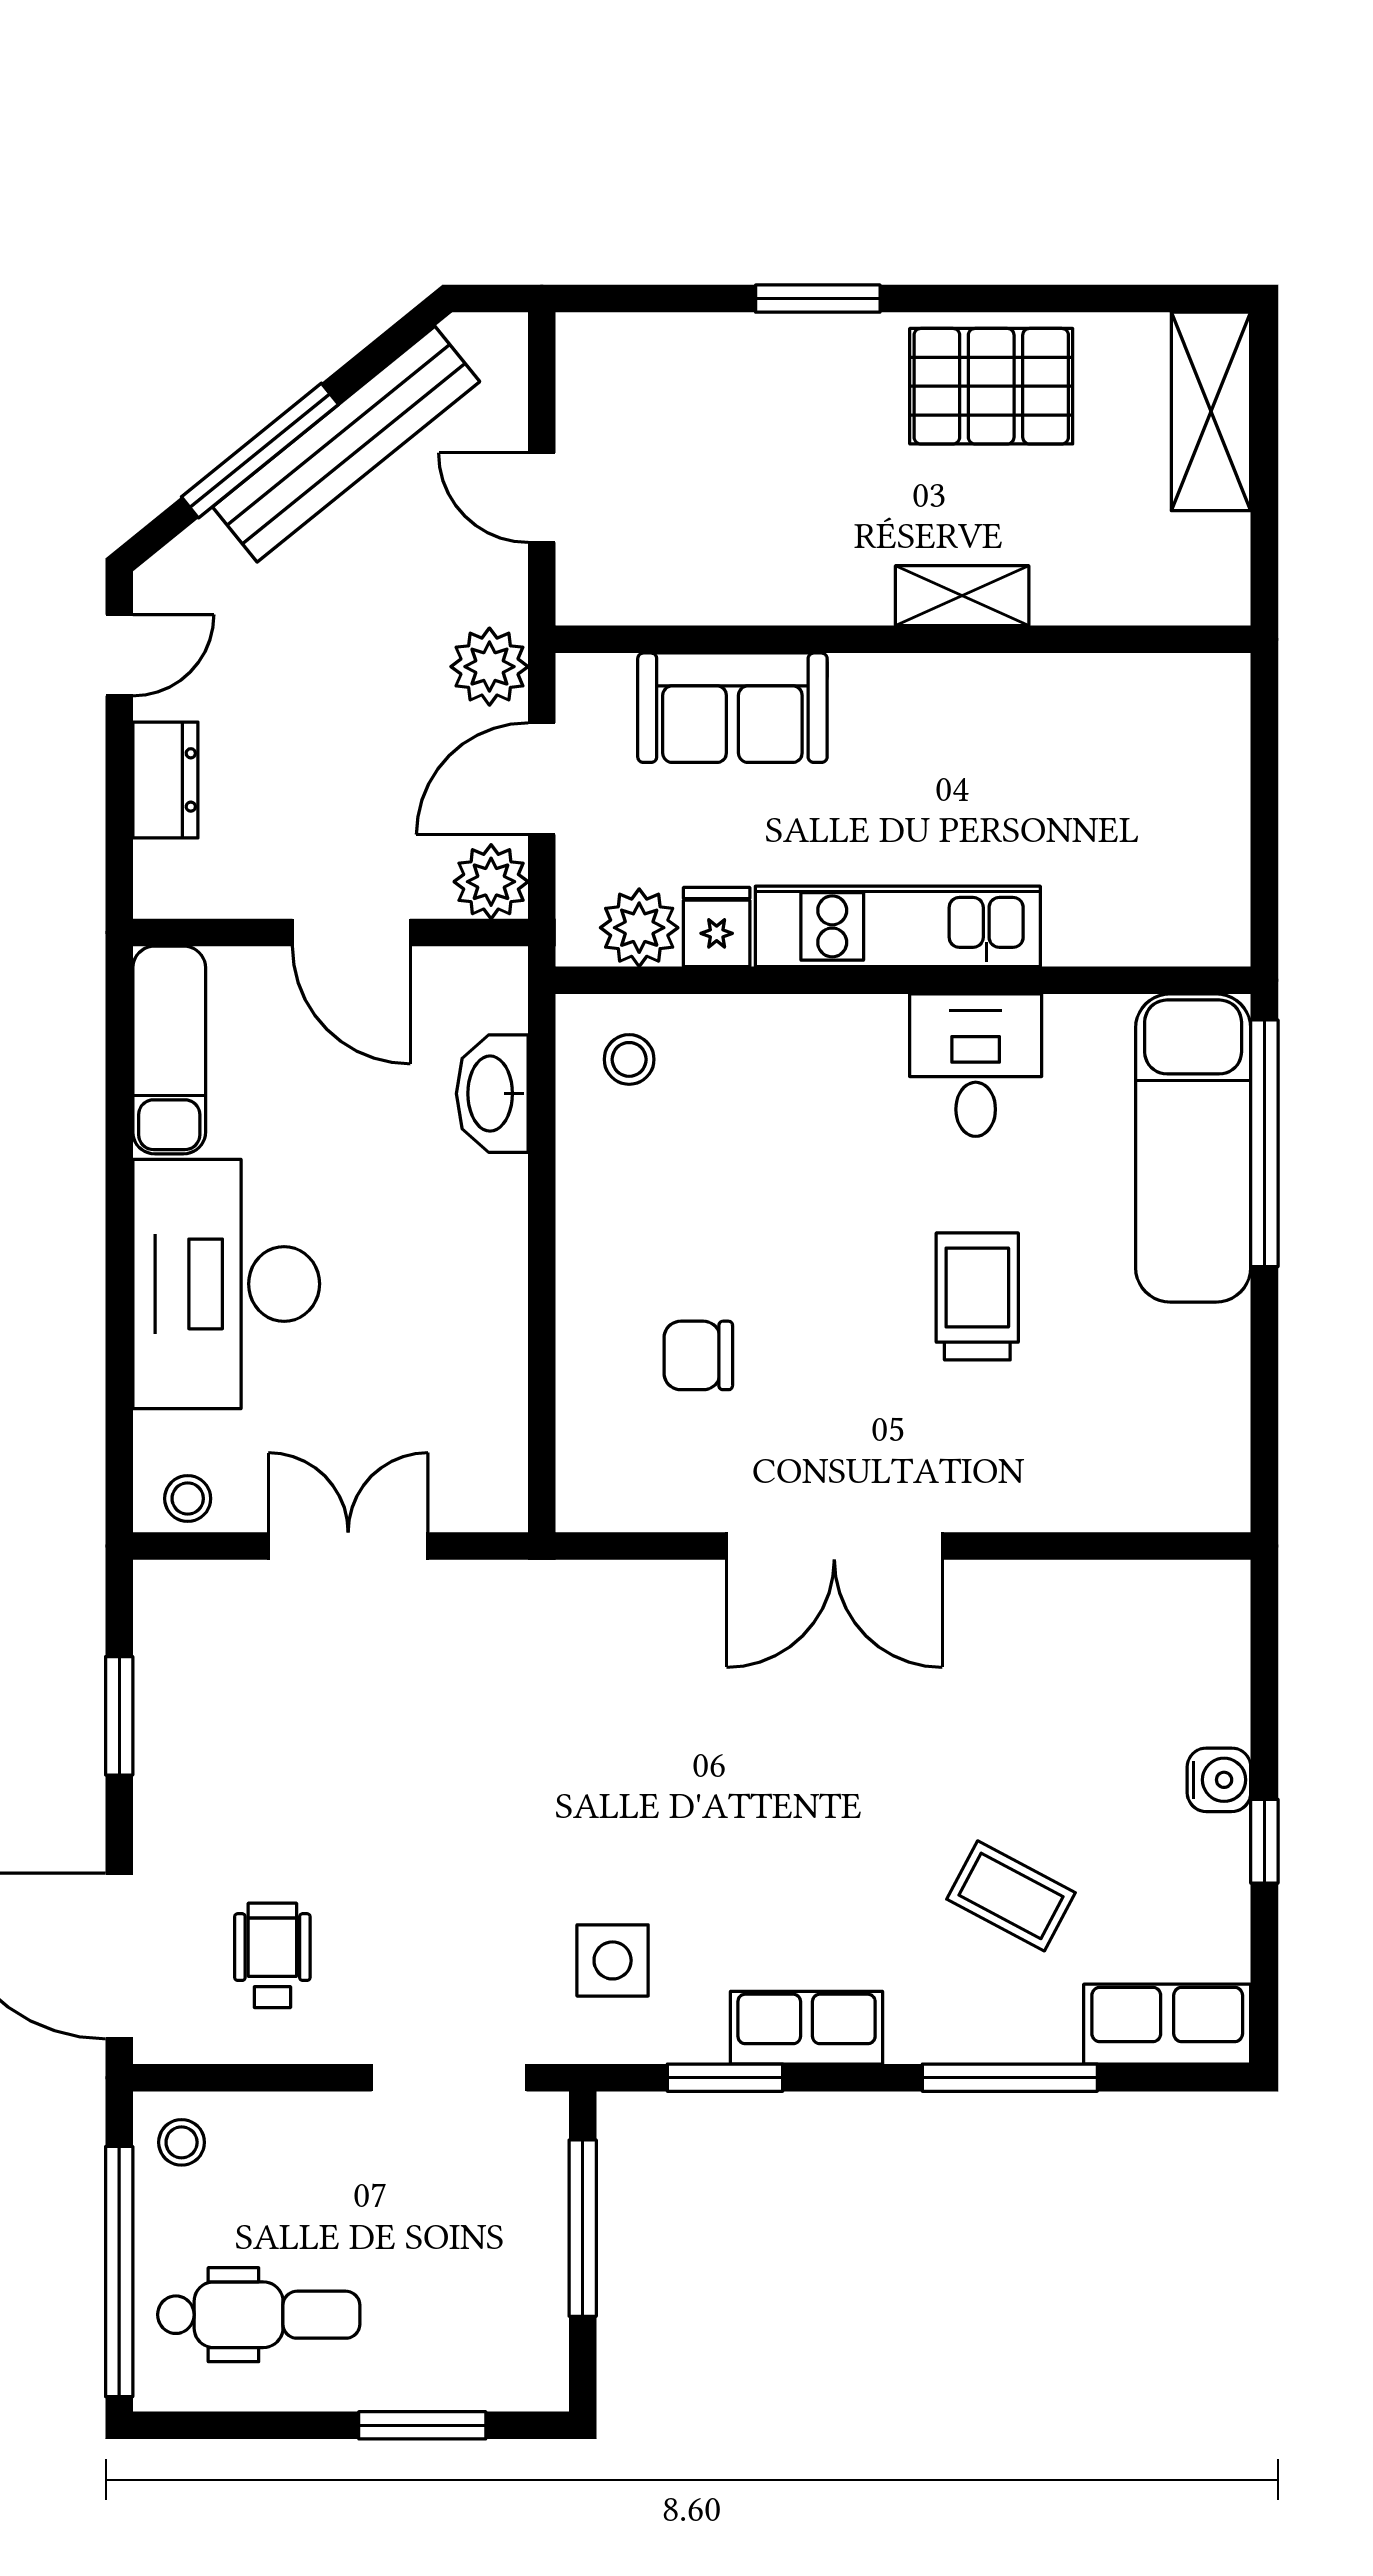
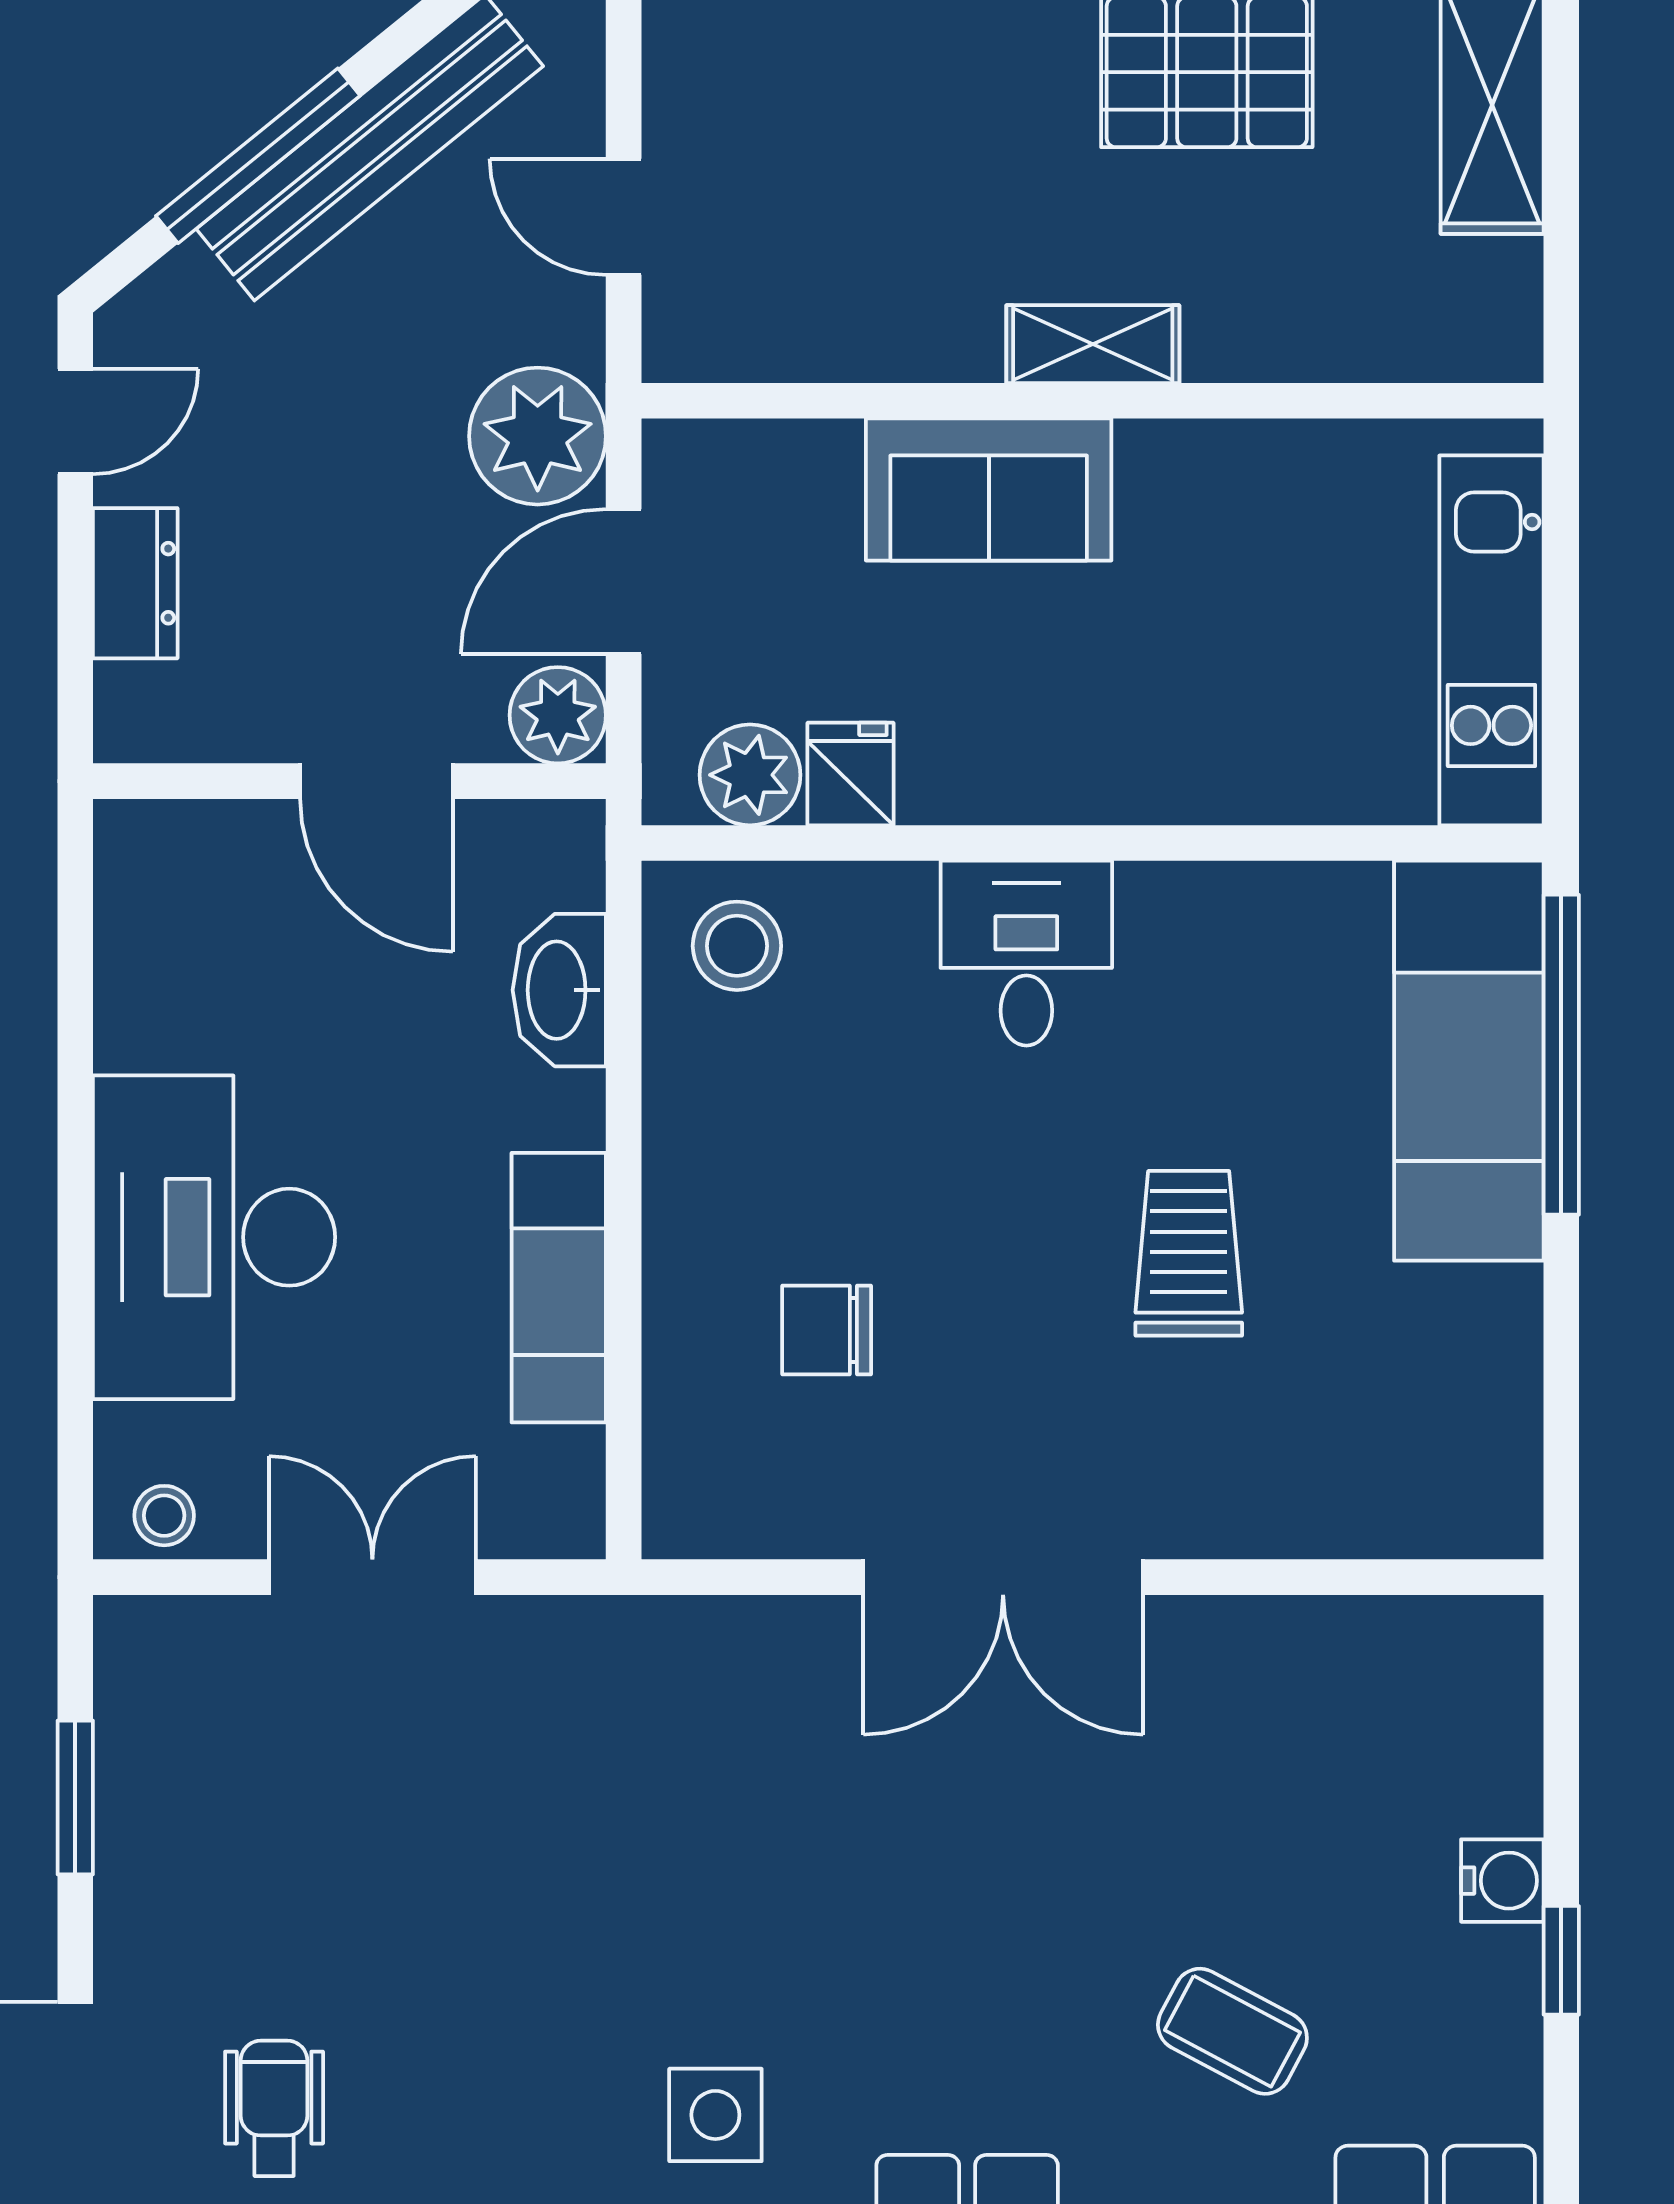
shelving: (962, 596) -> (1093, 344), moved
plant: (489, 667) -> (538, 436), width x1.36, depth x1.36
sofa: (732, 708) -> (989, 489), moved
kitchen unit: (898, 926) -> (1491, 640), moved, turned -90
exam couch: (169, 1050) -> (559, 1288), moved, turned 180
stool: (629, 1059) -> (737, 946), width x1.37, depth x1.37
desk: (976, 1065) -> (1026, 953), moved

